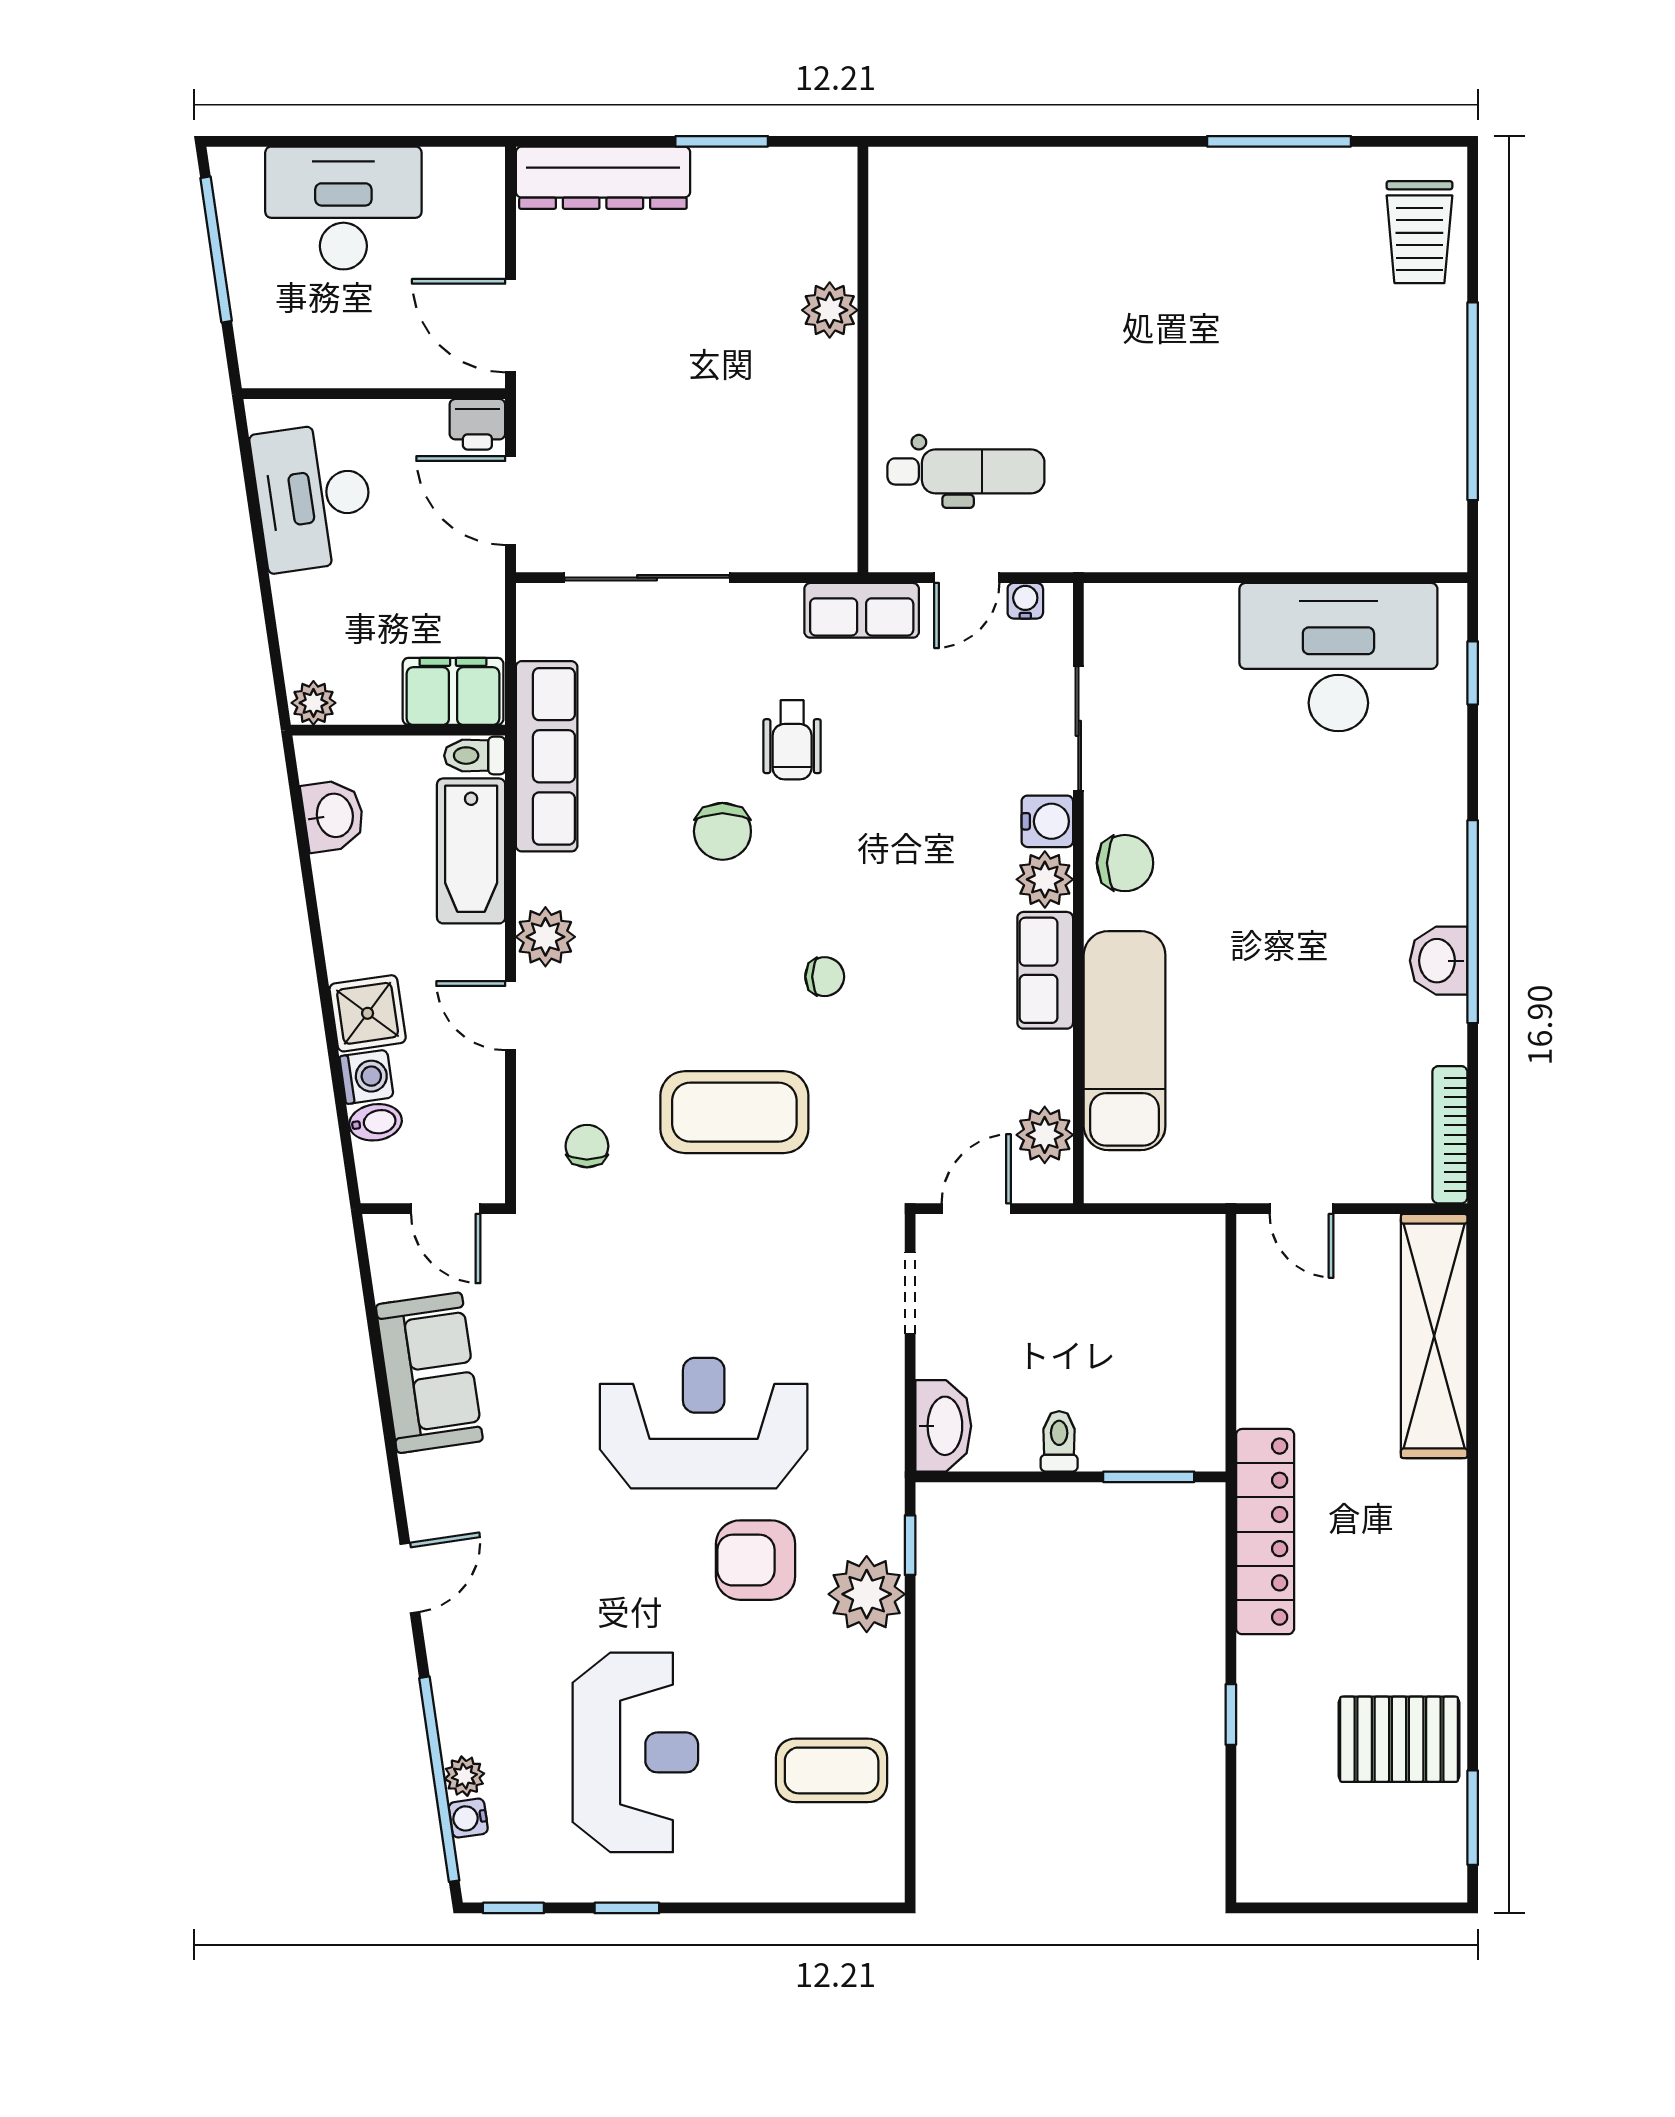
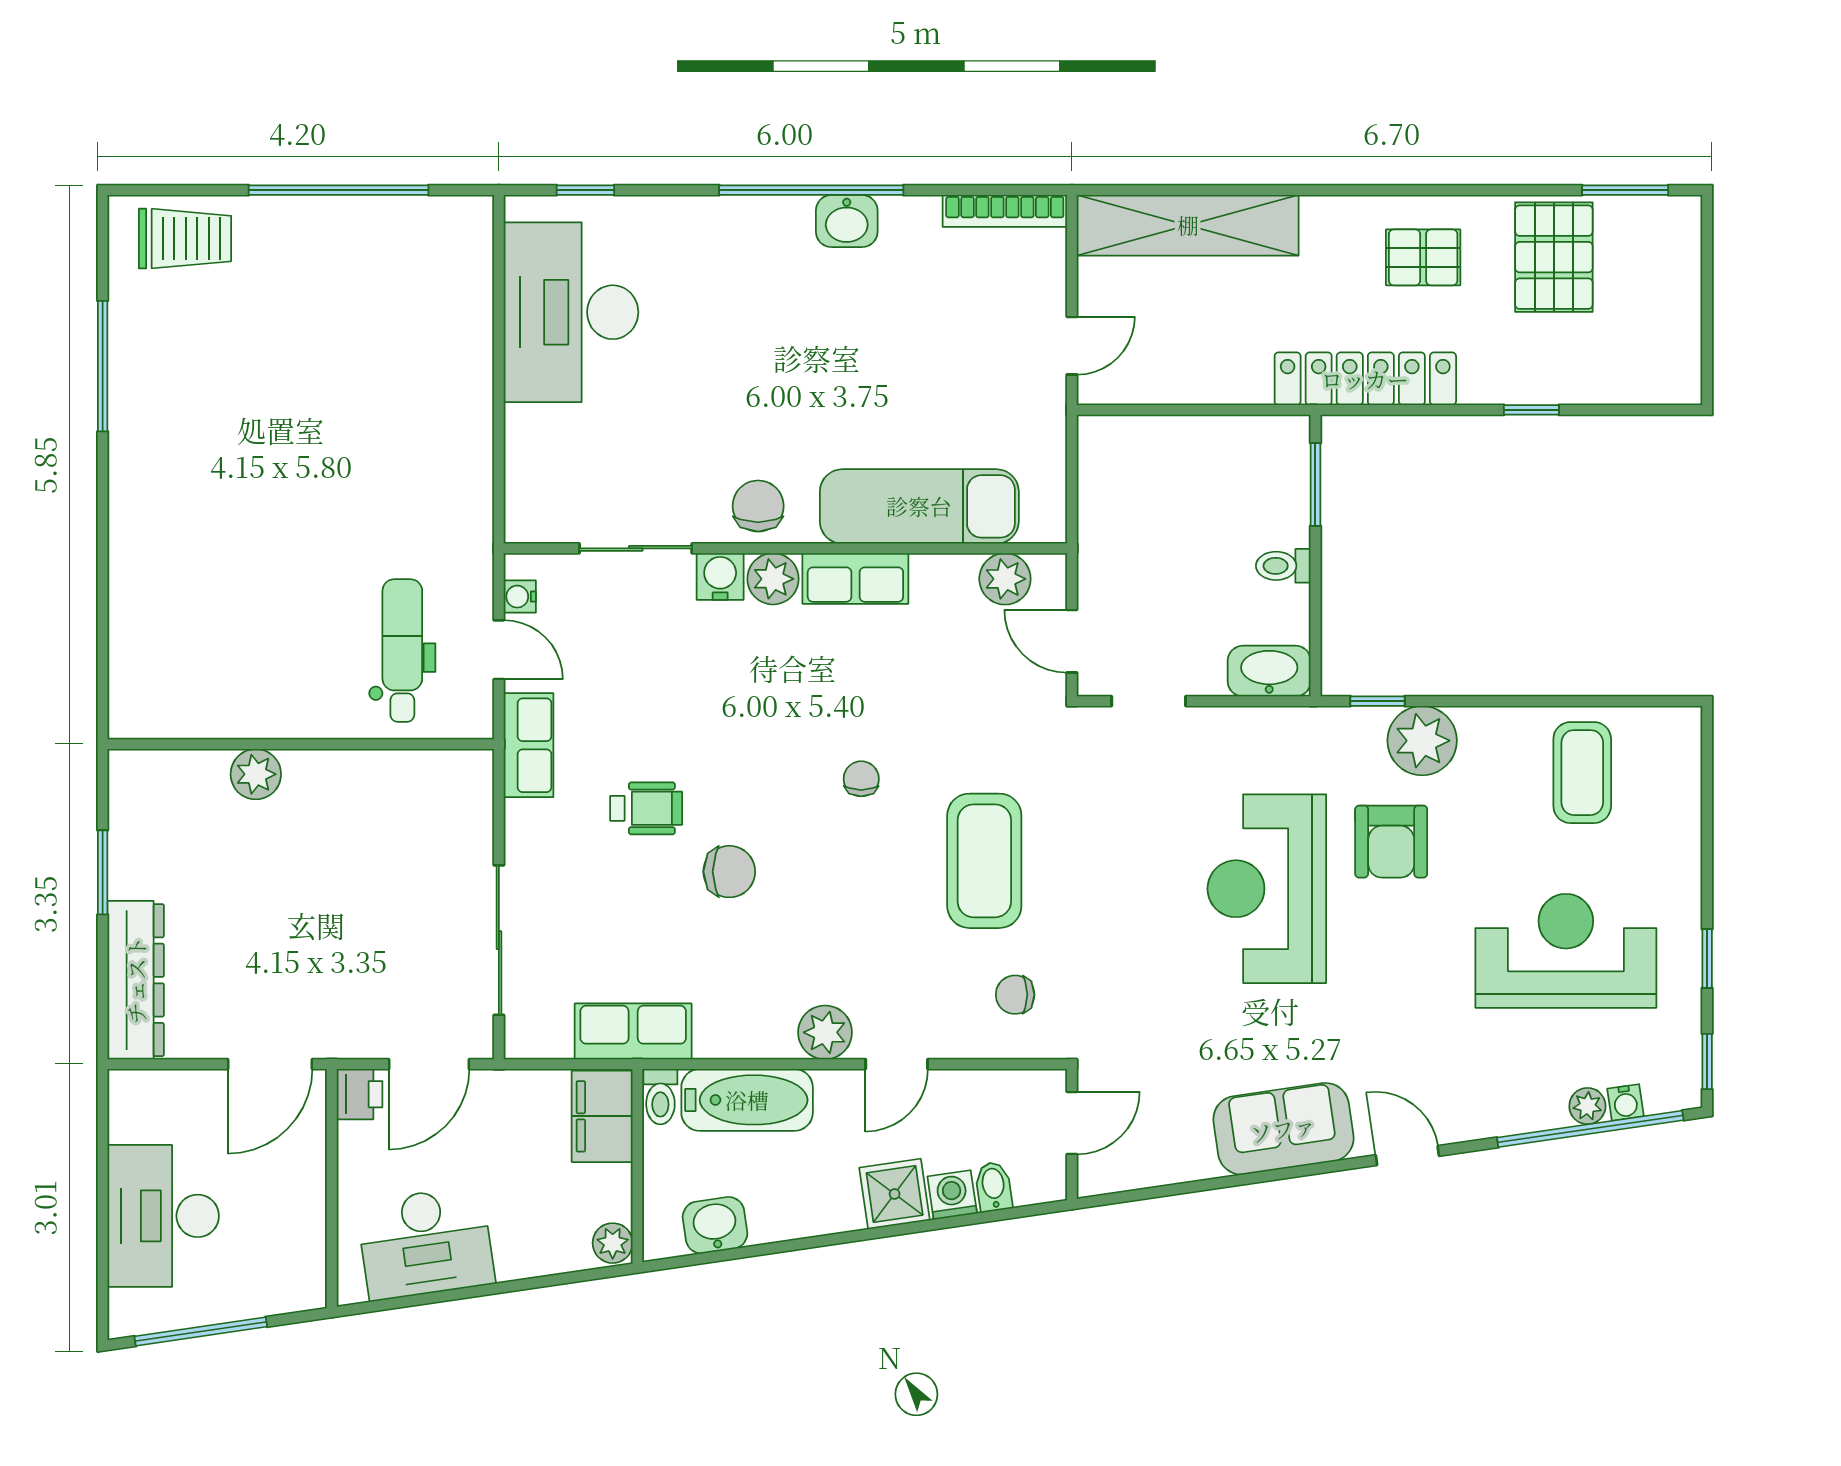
row of seats: (547, 756) -> (633, 1031), width x0.68
sofa: (429, 1373) -> (1283, 1129), moved
pallet: (1399, 1595) -> (1423, 257), added

